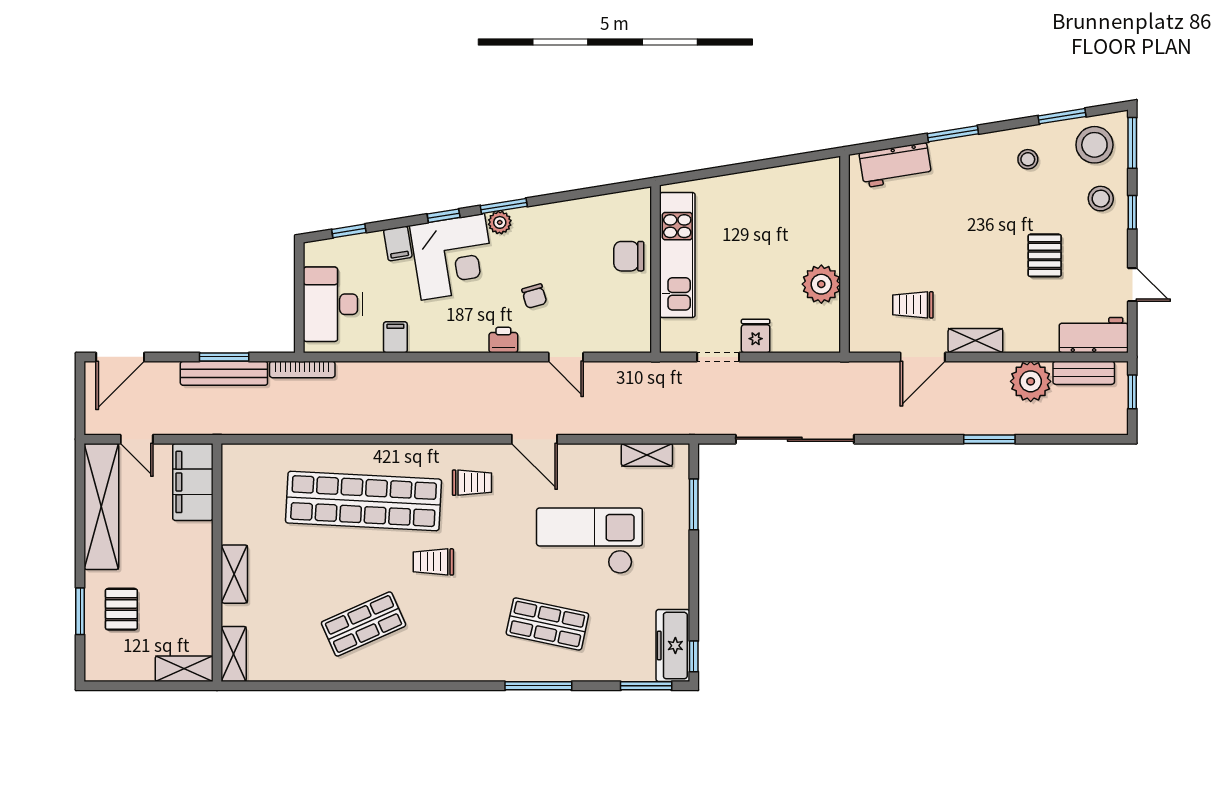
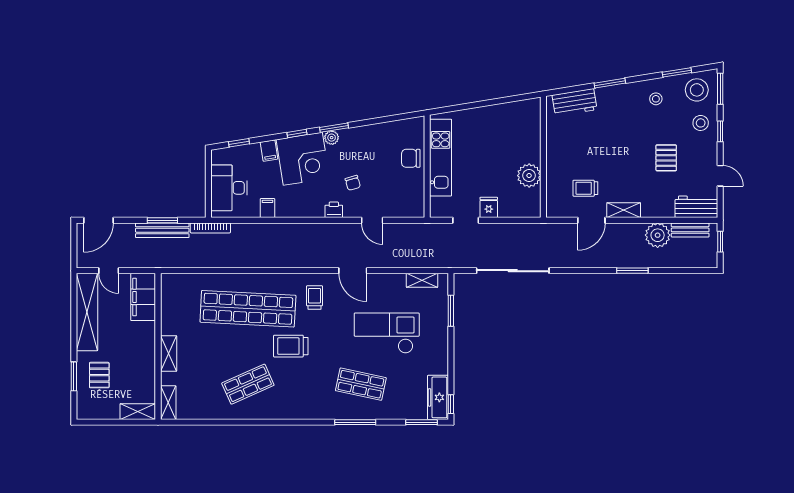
trolley: (472, 483) -> (314, 297), turned -90
trolley: (433, 562) -> (291, 346), width x1.36, depth x1.39

